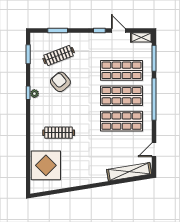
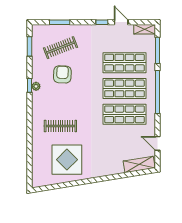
armchair: (60, 82) -> (62, 74), turned 43
door: (154, 150) -> (157, 143), hinge flipped
display table: (46, 165) -> (67, 160), moved
shelving: (129, 172) -> (139, 165), width x0.68

